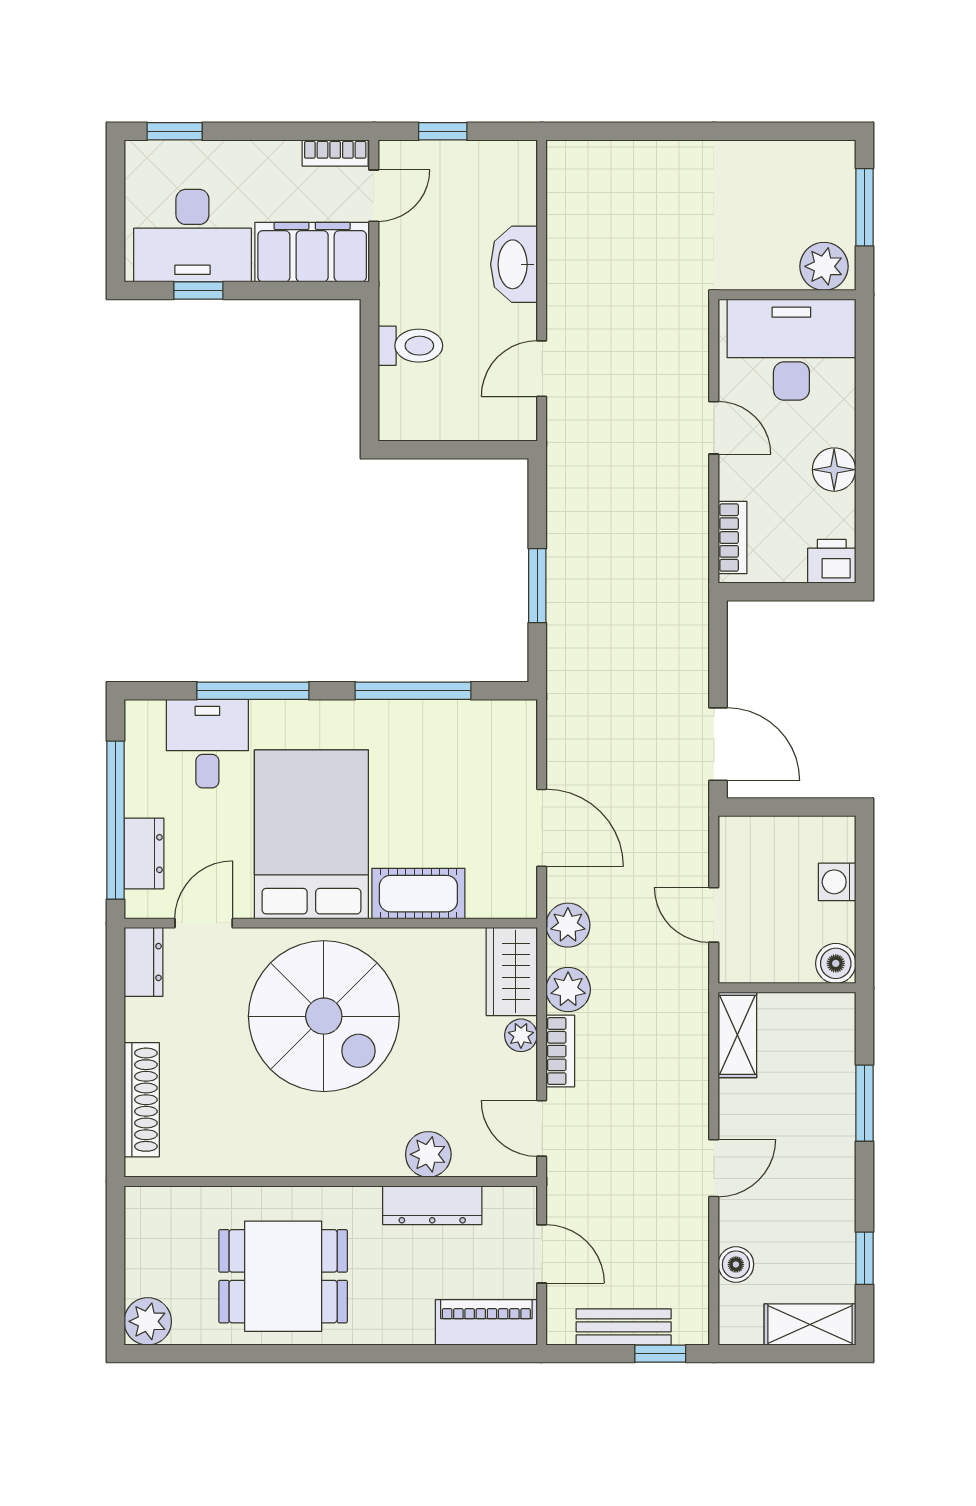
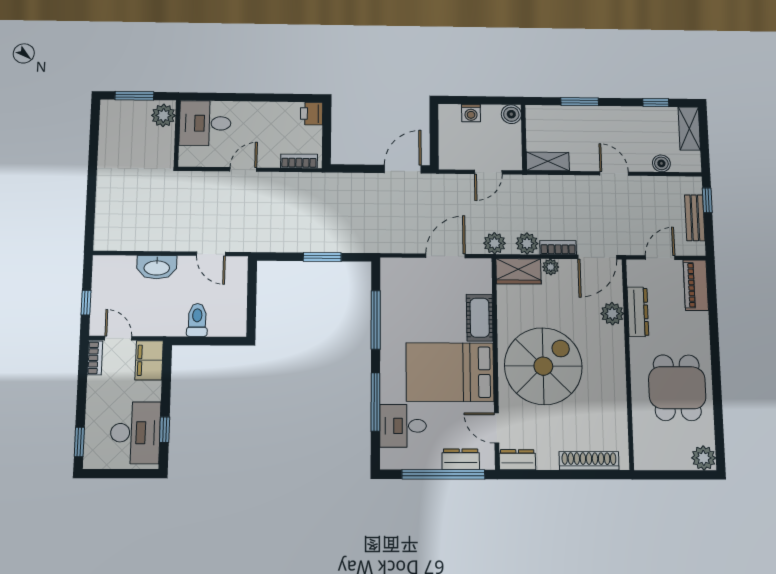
filing cabinet: (312, 252) -> (149, 360), width x0.67, depth x0.86
desk: (791, 350) -> (205, 123), width x0.73
floor lamp: (834, 470) -> (266, 112), removed
door: (542, 1128) -> (597, 257), width x1.38

